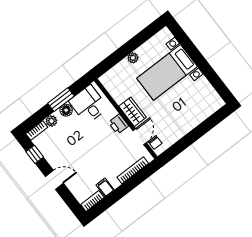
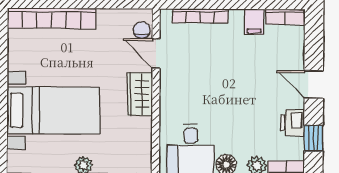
bookcase: (202, 115) -> (51, 18), added
printer: (118, 124) -> (293, 123), moved, turned 180
door: (140, 137) -> (156, 53), hinge flipped

